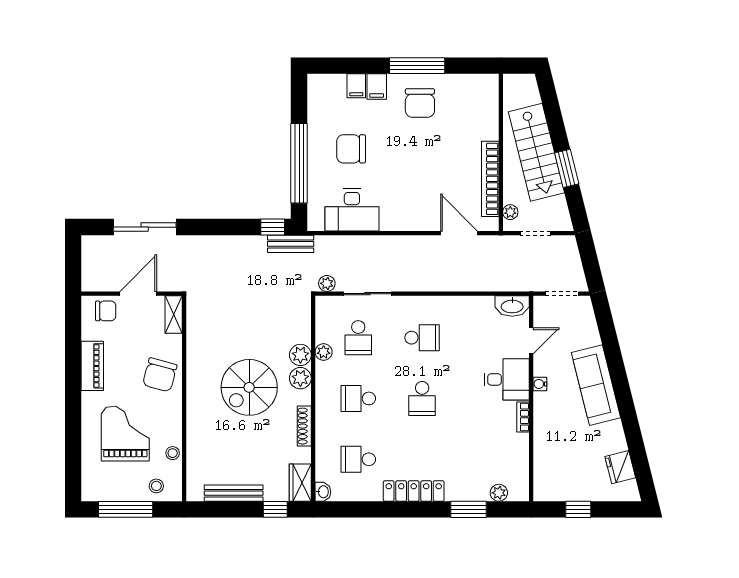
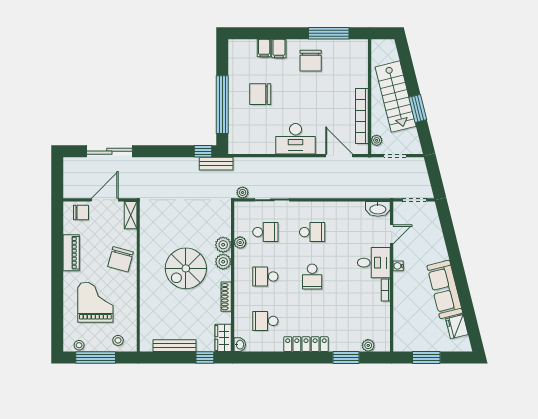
window: (417, 66) -> (329, 33), moved
desk: (352, 210) -> (296, 139), moved
school desk: (358, 338) -> (265, 232), turned -90
sofa: (596, 385) -> (445, 289), moved
stool: (173, 453) -> (79, 345), moved
window: (578, 509) -> (426, 358), width x1.50

